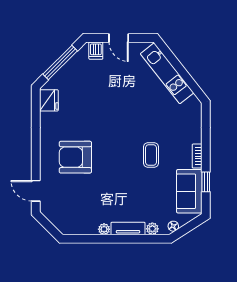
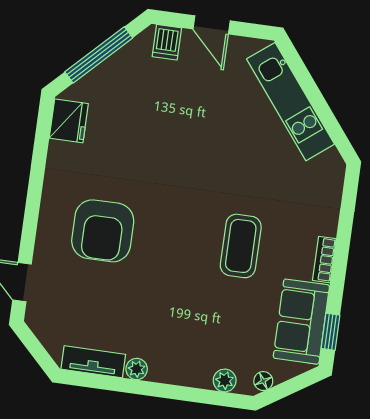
coffee table: (151, 155) -> (241, 246), width x1.36, depth x1.30
armchair: (75, 157) -> (103, 231), turned -90
window: (206, 182) -> (330, 332), moved
tv unit: (128, 229) -> (93, 362), moved

